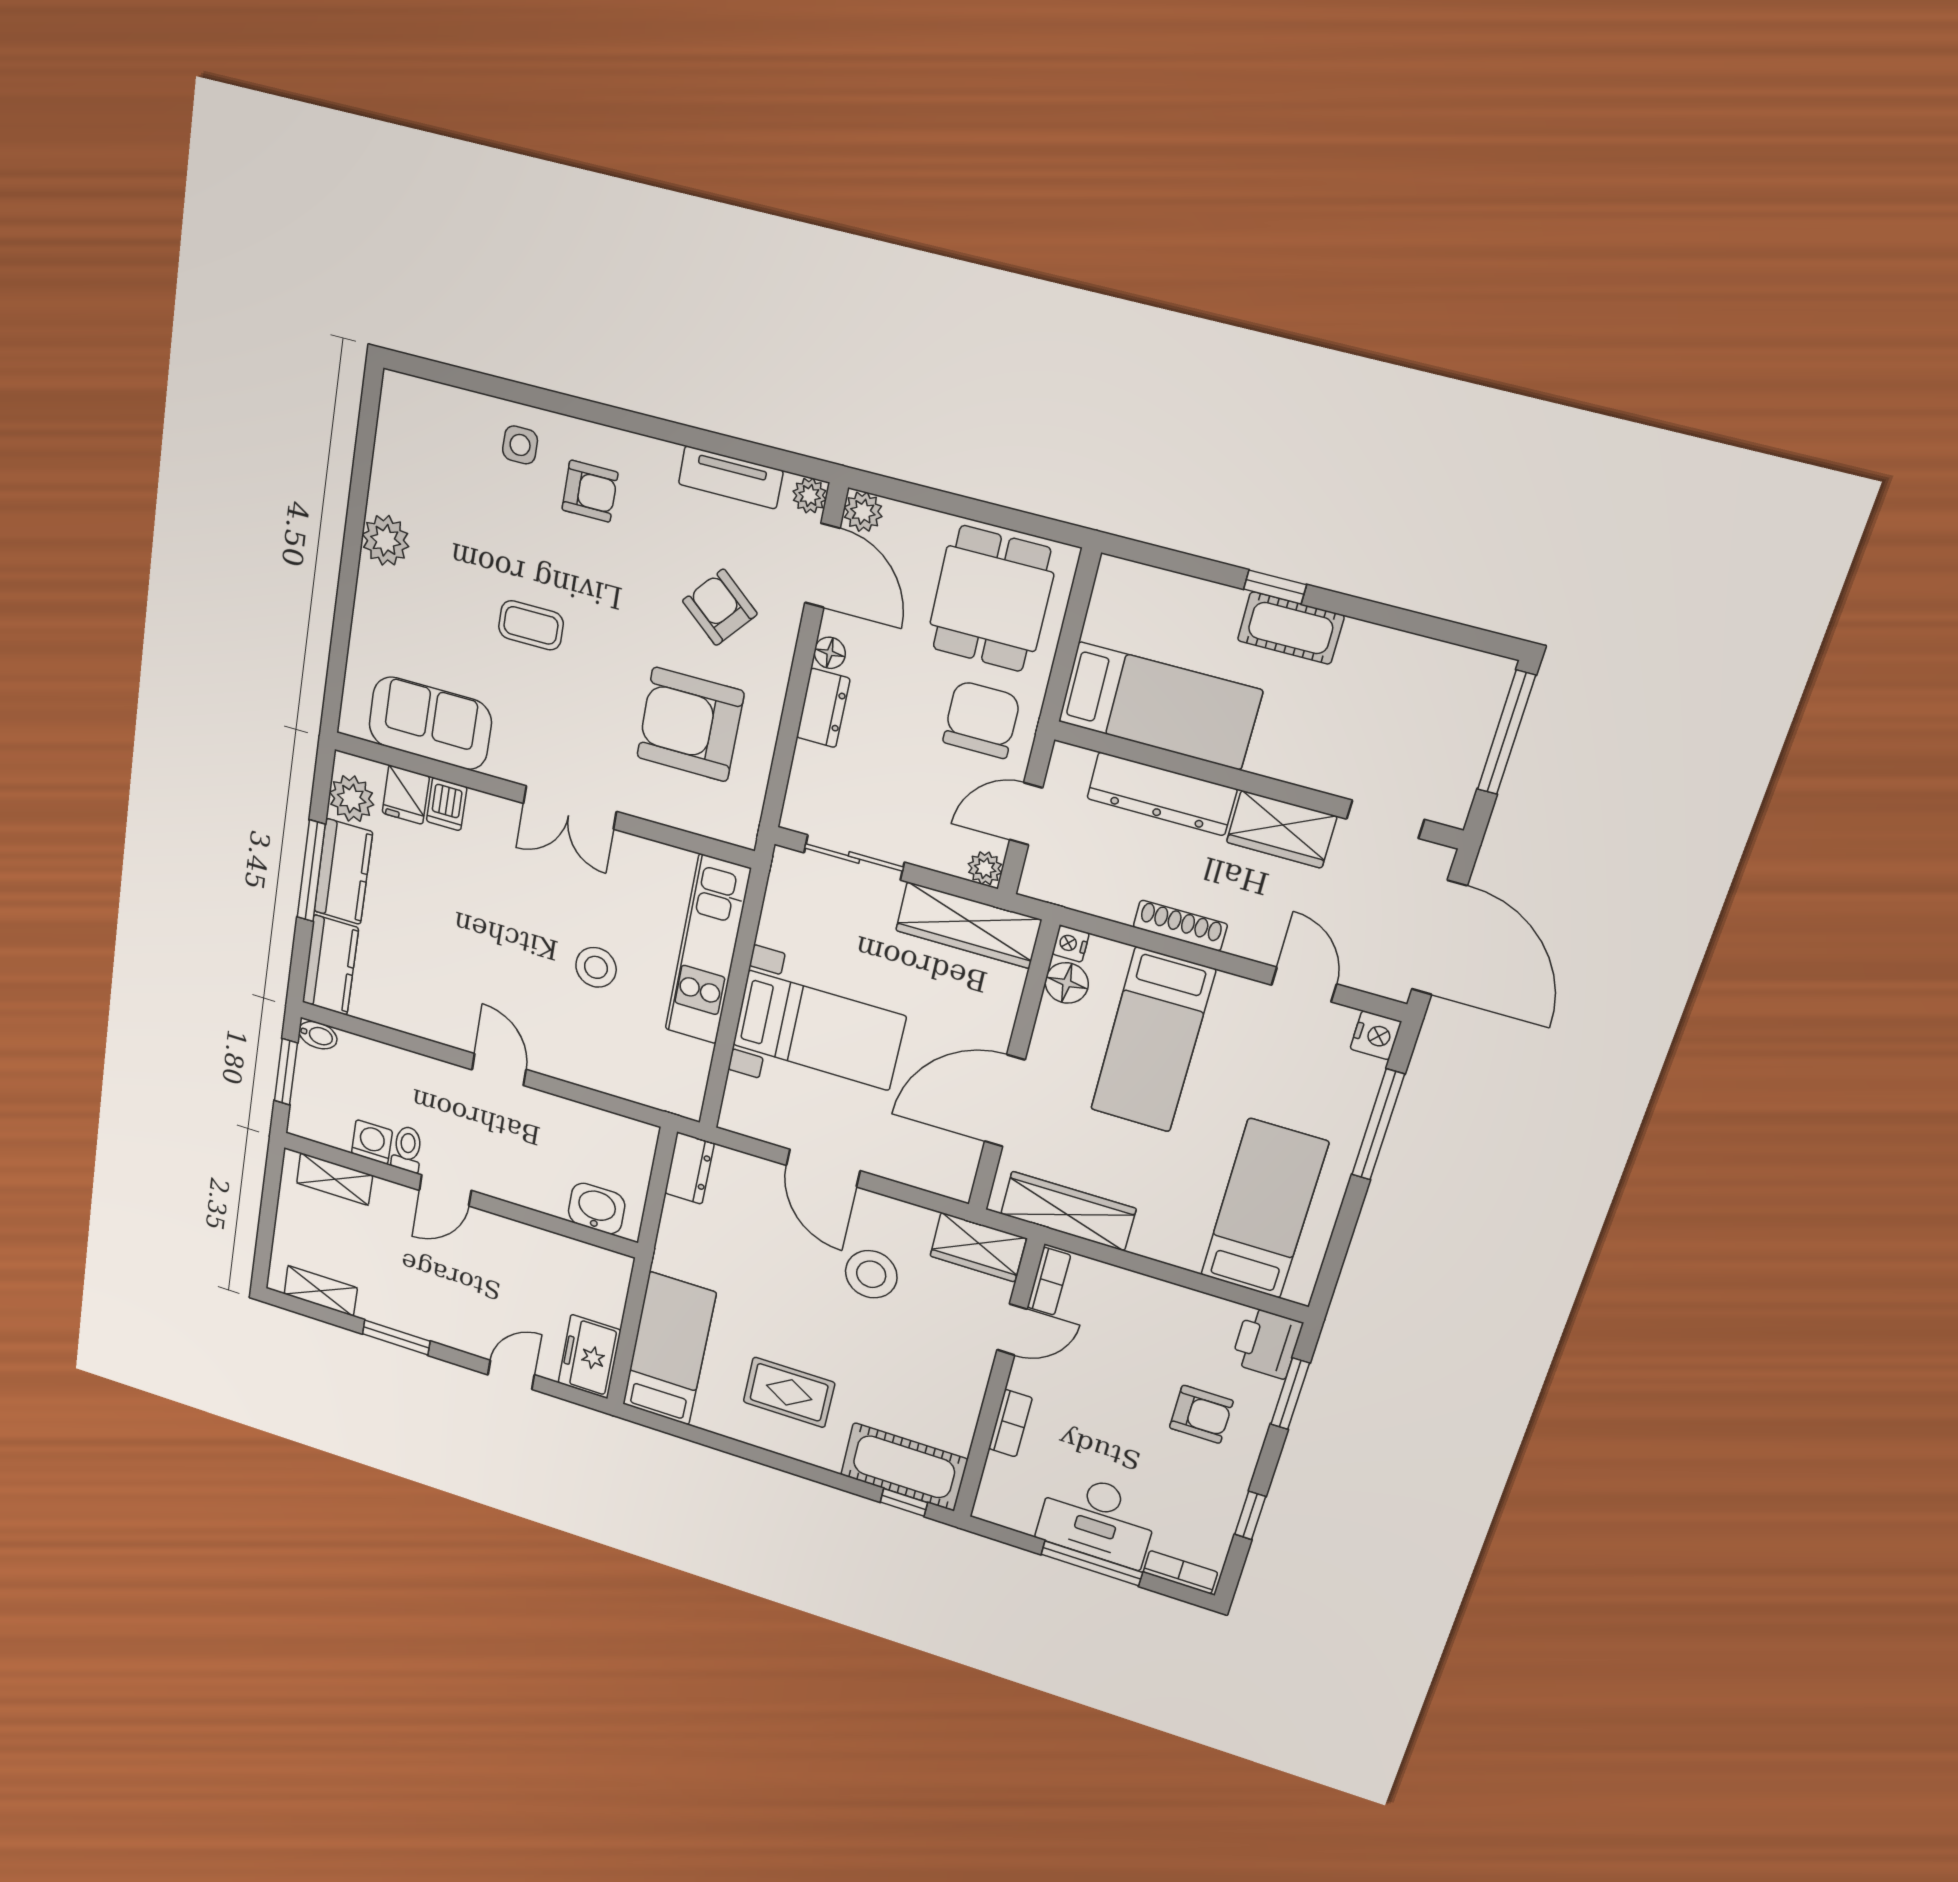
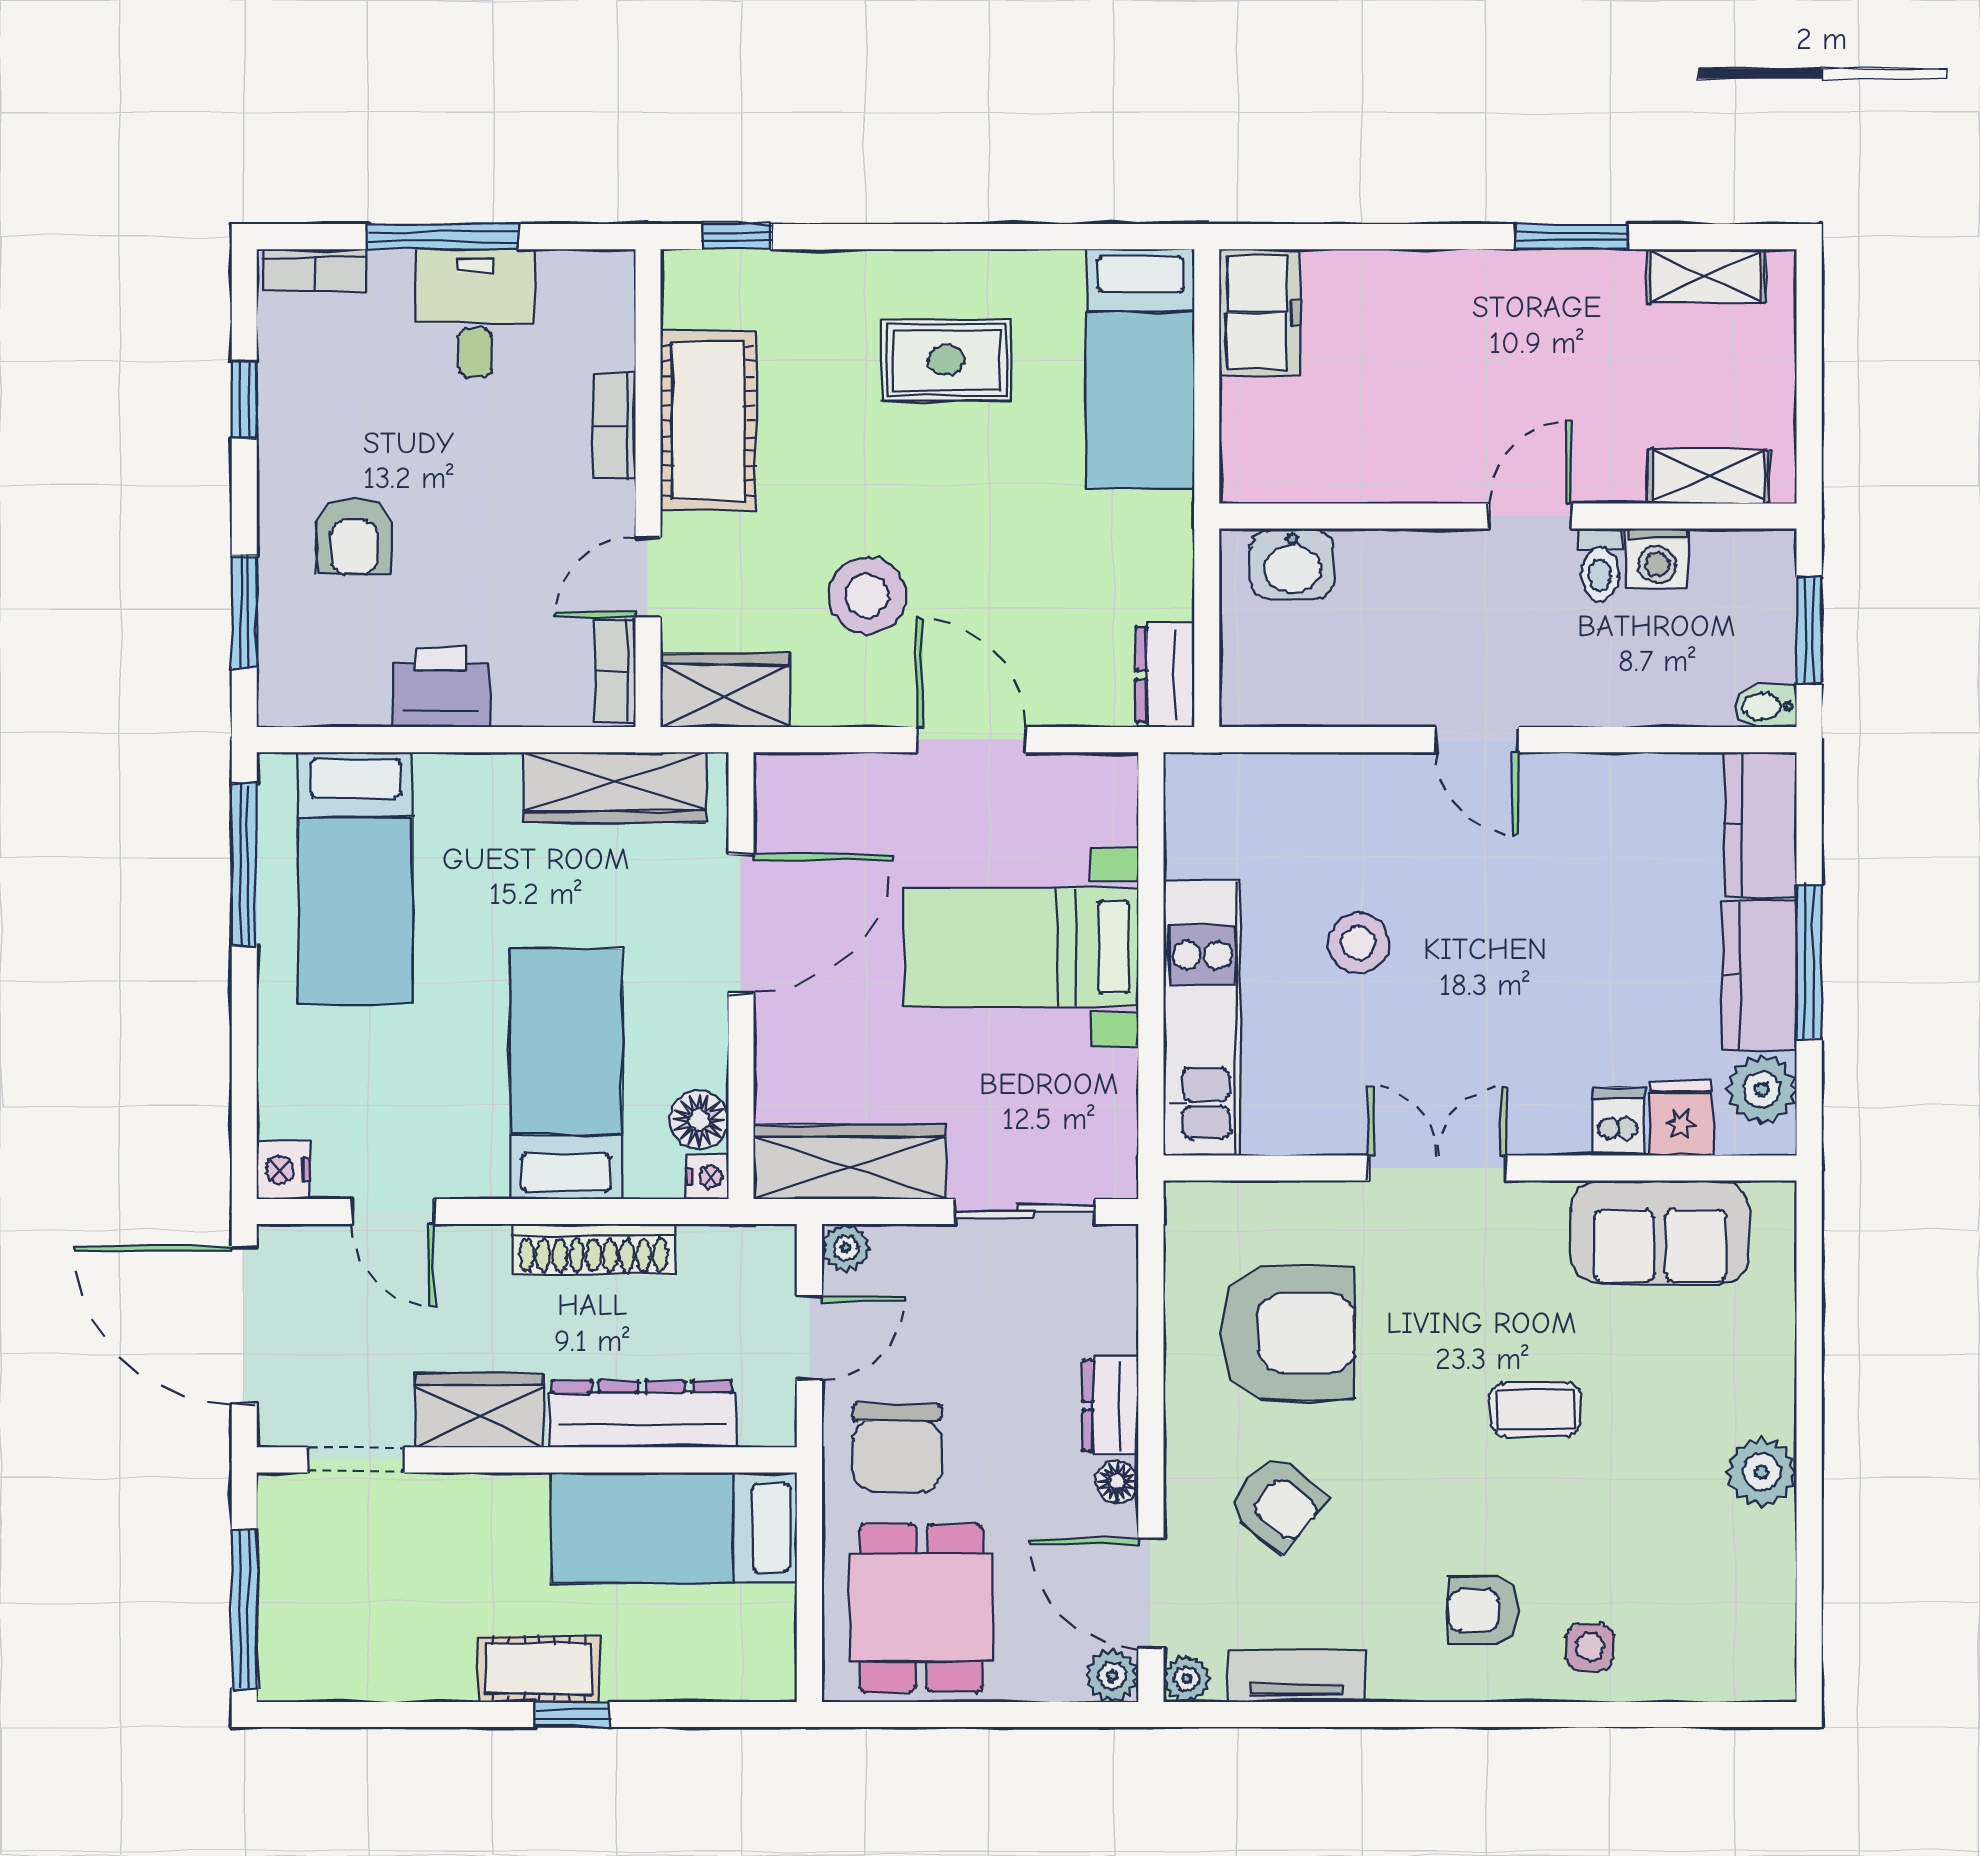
shoe rack: (1180, 926) -> (593, 1249), width x1.36, depth x1.24
window: (1378, 1125) -> (244, 865), moved
printer: (1267, 1343) -> (441, 687), moved, turned -90
door: (511, 1375) -> (1378, 237), removed
armchair: (1201, 1414) -> (354, 536), turned -90
cot: (904, 1467) -> (708, 421), moved, turned 90
desk: (1097, 1519) -> (475, 313), width x0.73

